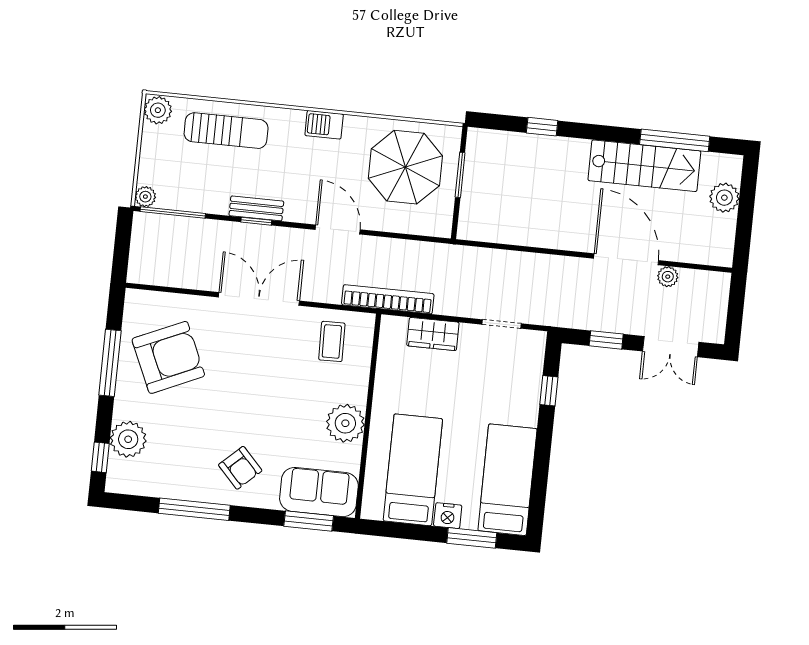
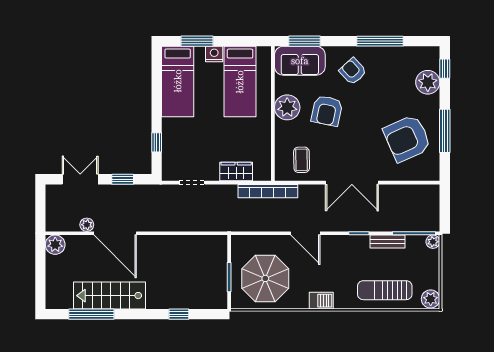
plant: (724, 198) -> (55, 245), moved
bench: (256, 208) -> (387, 242), moved
armchair: (286, 412) -> (327, 111), added

